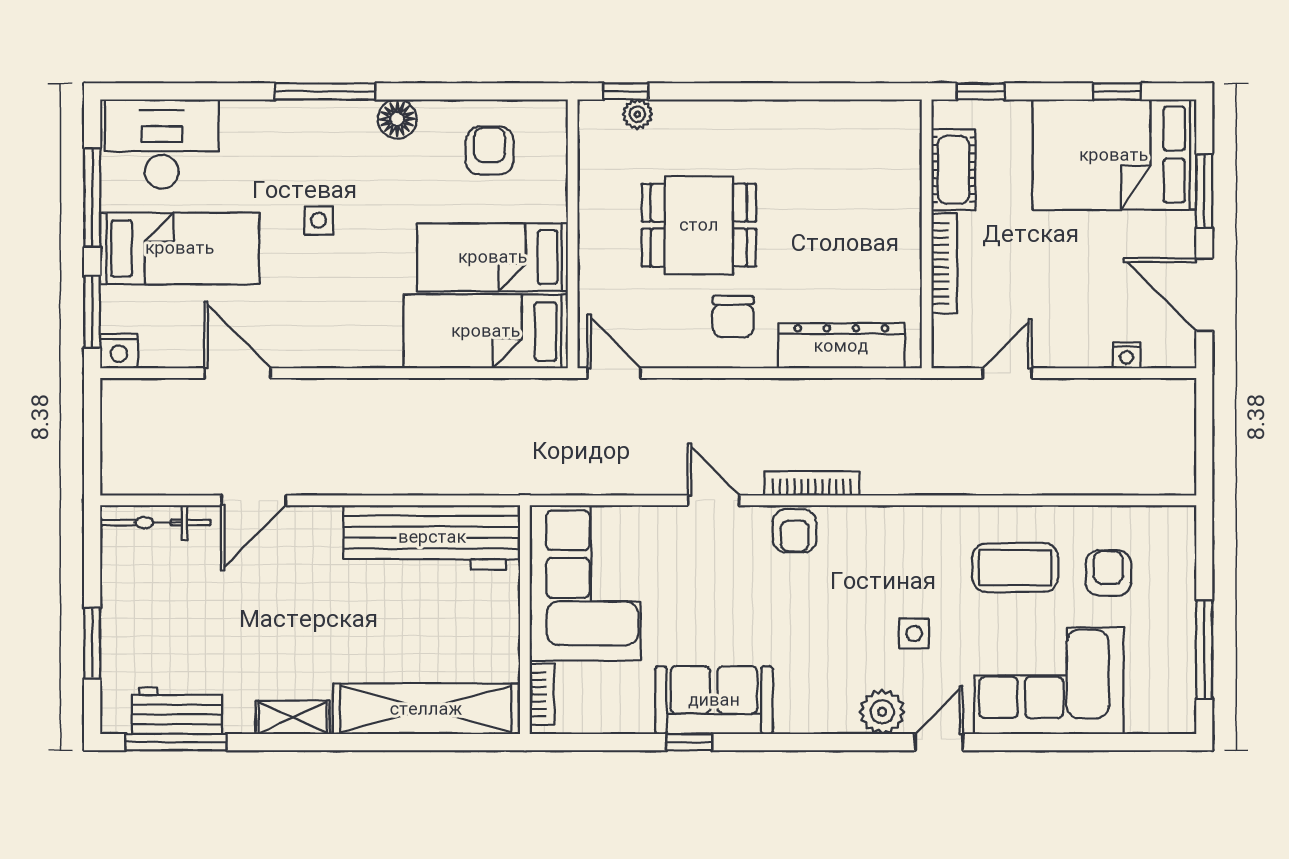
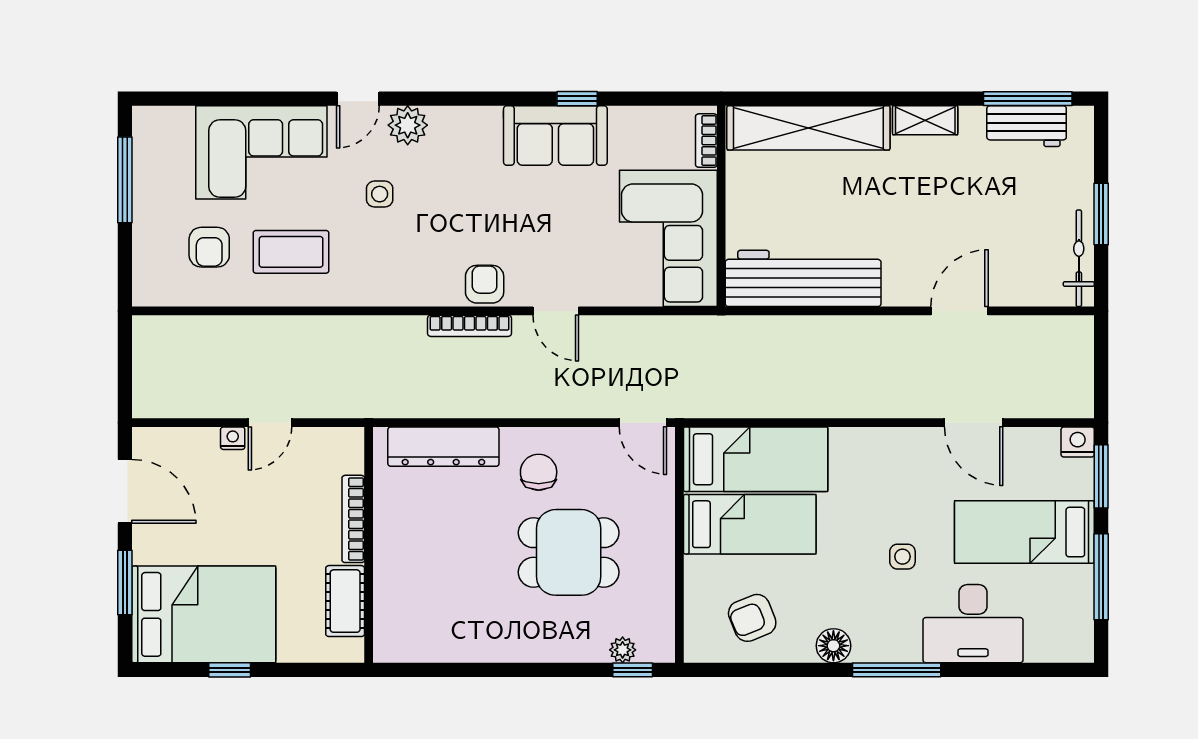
window: (981, 91) -> (321, 670), removed
window: (1117, 91) -> (230, 670), moved
desk: (162, 144) -> (973, 624), moved
armchair: (490, 151) -> (752, 618), turned 68
nightstand: (1127, 355) -> (233, 438), moved
door: (1007, 373) -> (270, 423), moved
bicycle: (155, 523) -> (1079, 258), moved, turned -90
window: (92, 643) -> (1101, 214), moved

